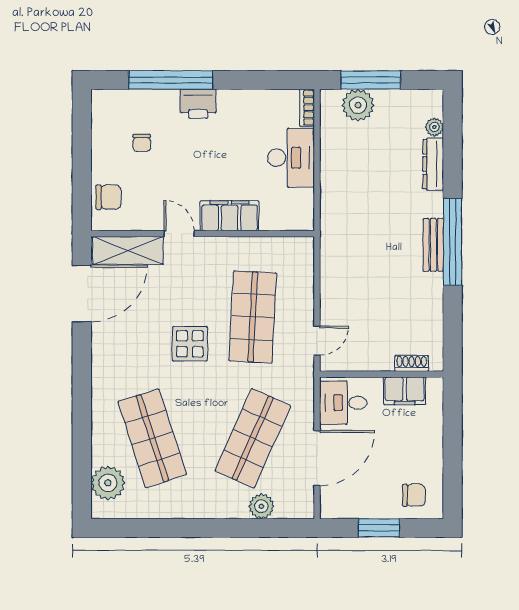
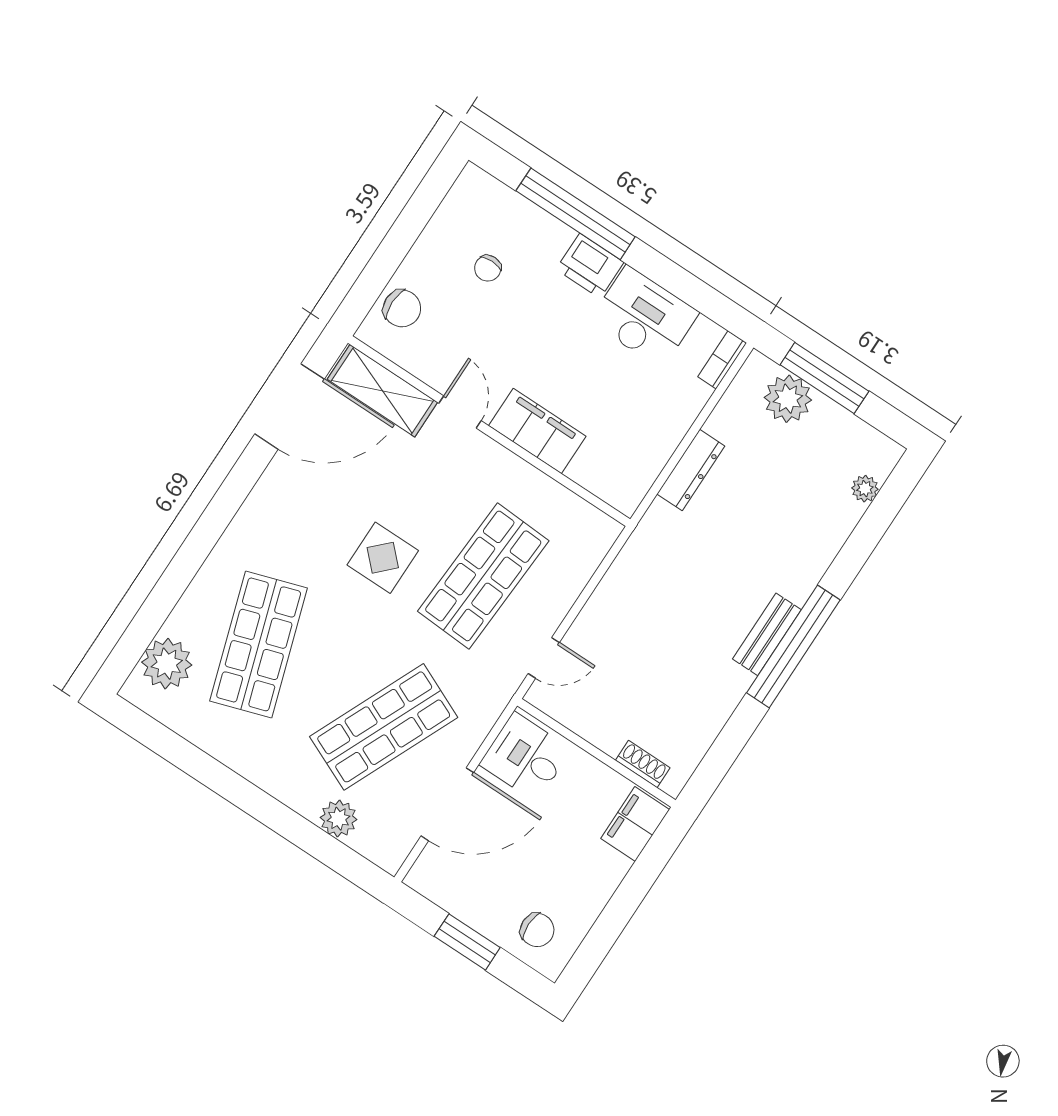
desk: (291, 158) -> (644, 317), moved, turned -90
dresser: (433, 164) -> (691, 470), moved, turned 180
filing cabinet: (405, 391) -> (635, 824), moved, turned 90

